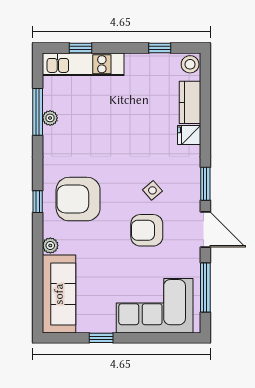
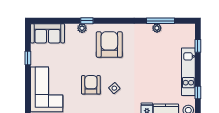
kitchen unit: (83, 64) -> (188, 72), moved
window: (38, 202) -> (87, 21), moved
sofa: (59, 294) -> (47, 33), width x0.73

